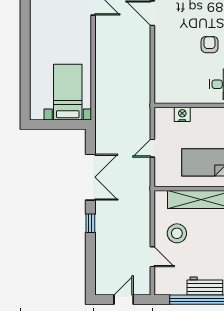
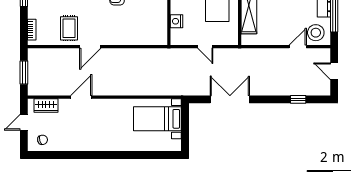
window: (90, 223) -> (298, 99), moved
stool: (177, 233) -> (316, 33), moved

